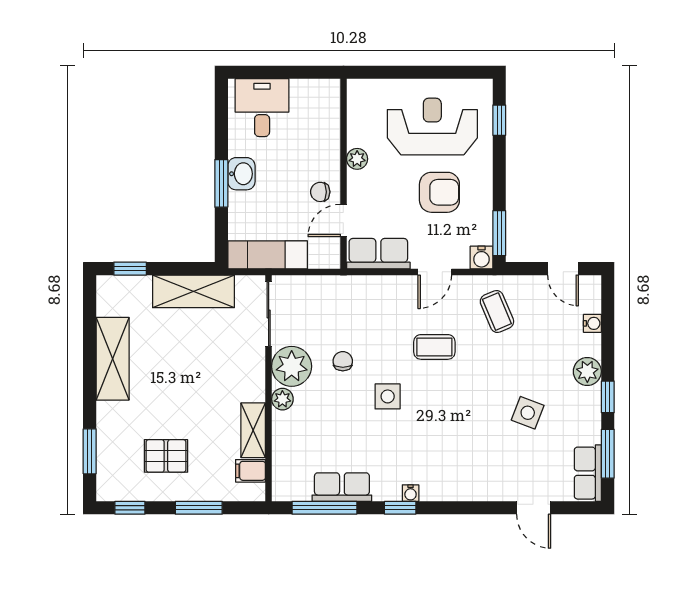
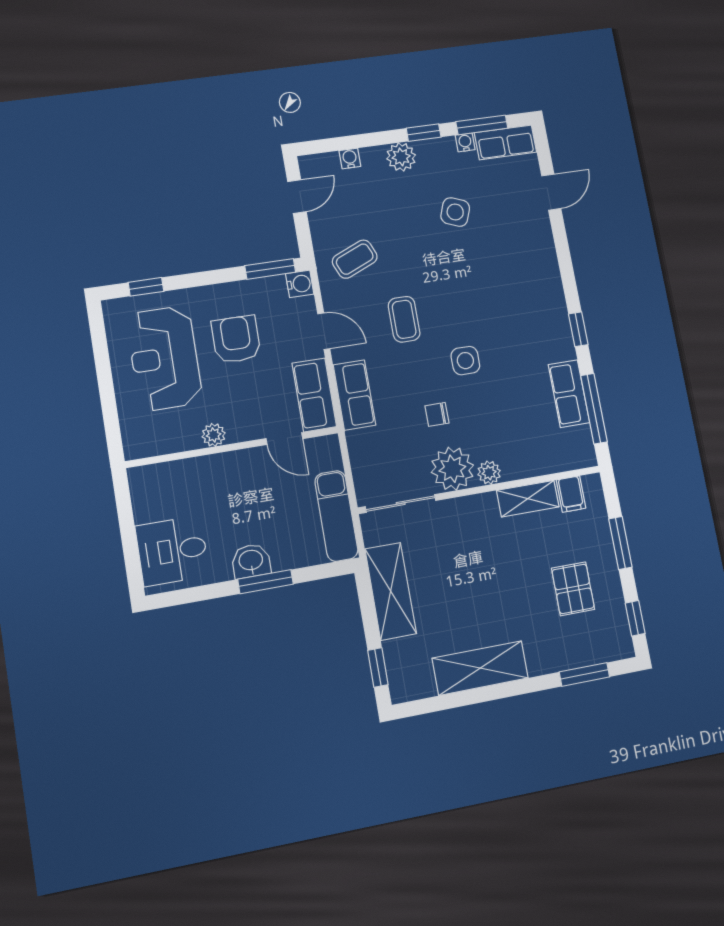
chair: (320, 192) -> (257, 470), removed
row of seats: (372, 290) -> (354, 395), added
water cooler: (411, 493) -> (465, 142), moved, turned -90

